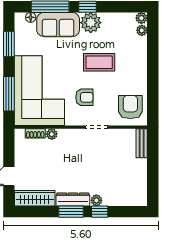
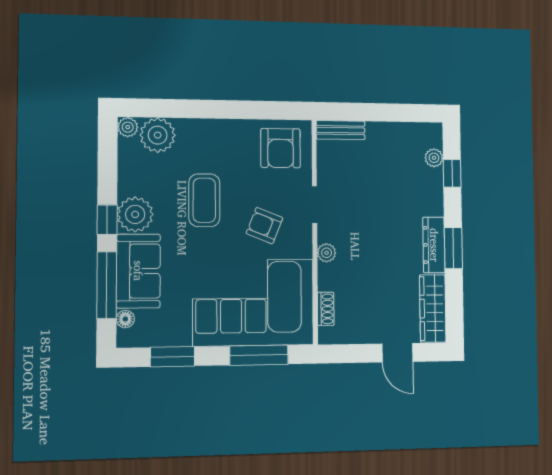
plant: (142, 30) -> (158, 135), width x1.88, depth x1.88
armchair: (84, 97) -> (264, 226), turned -68
armchair: (130, 107) -> (281, 148), turned -90
plant: (52, 134) -> (327, 253), moved
plant: (96, 200) -> (434, 158), moved
window: (100, 212) -> (452, 173), moved

